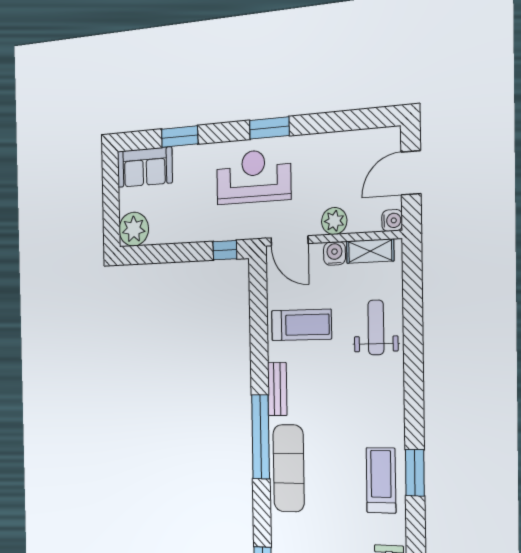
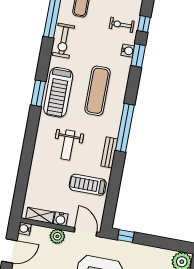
weight bench: (376, 327) -> (68, 145), moved
exercise mat: (289, 468) -> (98, 91), moved
treadmill: (381, 480) -> (58, 92), width x1.37, depth x1.38

